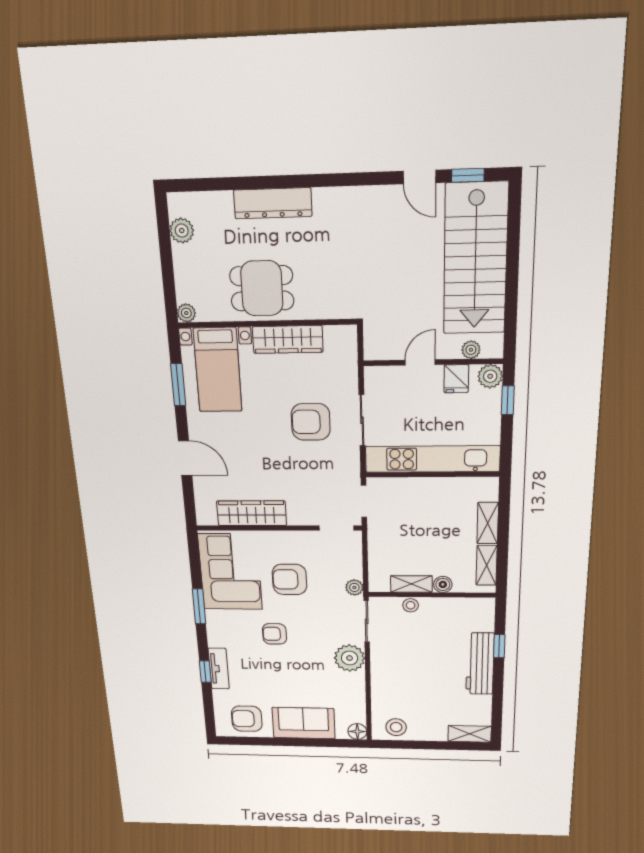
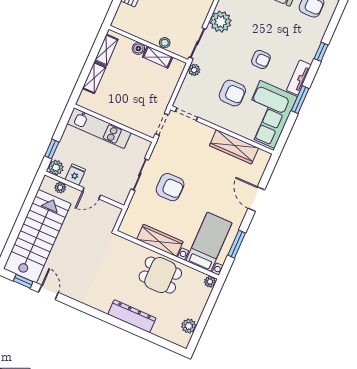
kitchen unit: (432, 459) -> (99, 128), width x0.73
tv unit: (219, 669) -> (299, 78), moved

